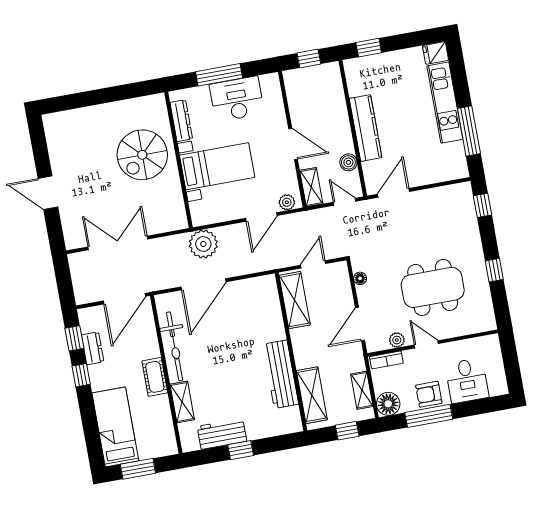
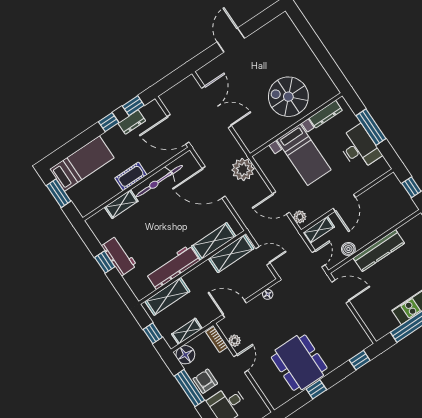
dining table: (433, 287) -> (299, 363), moved
shelving: (271, 314) -> (214, 241), added
workbench: (222, 434) -> (119, 256), moved

